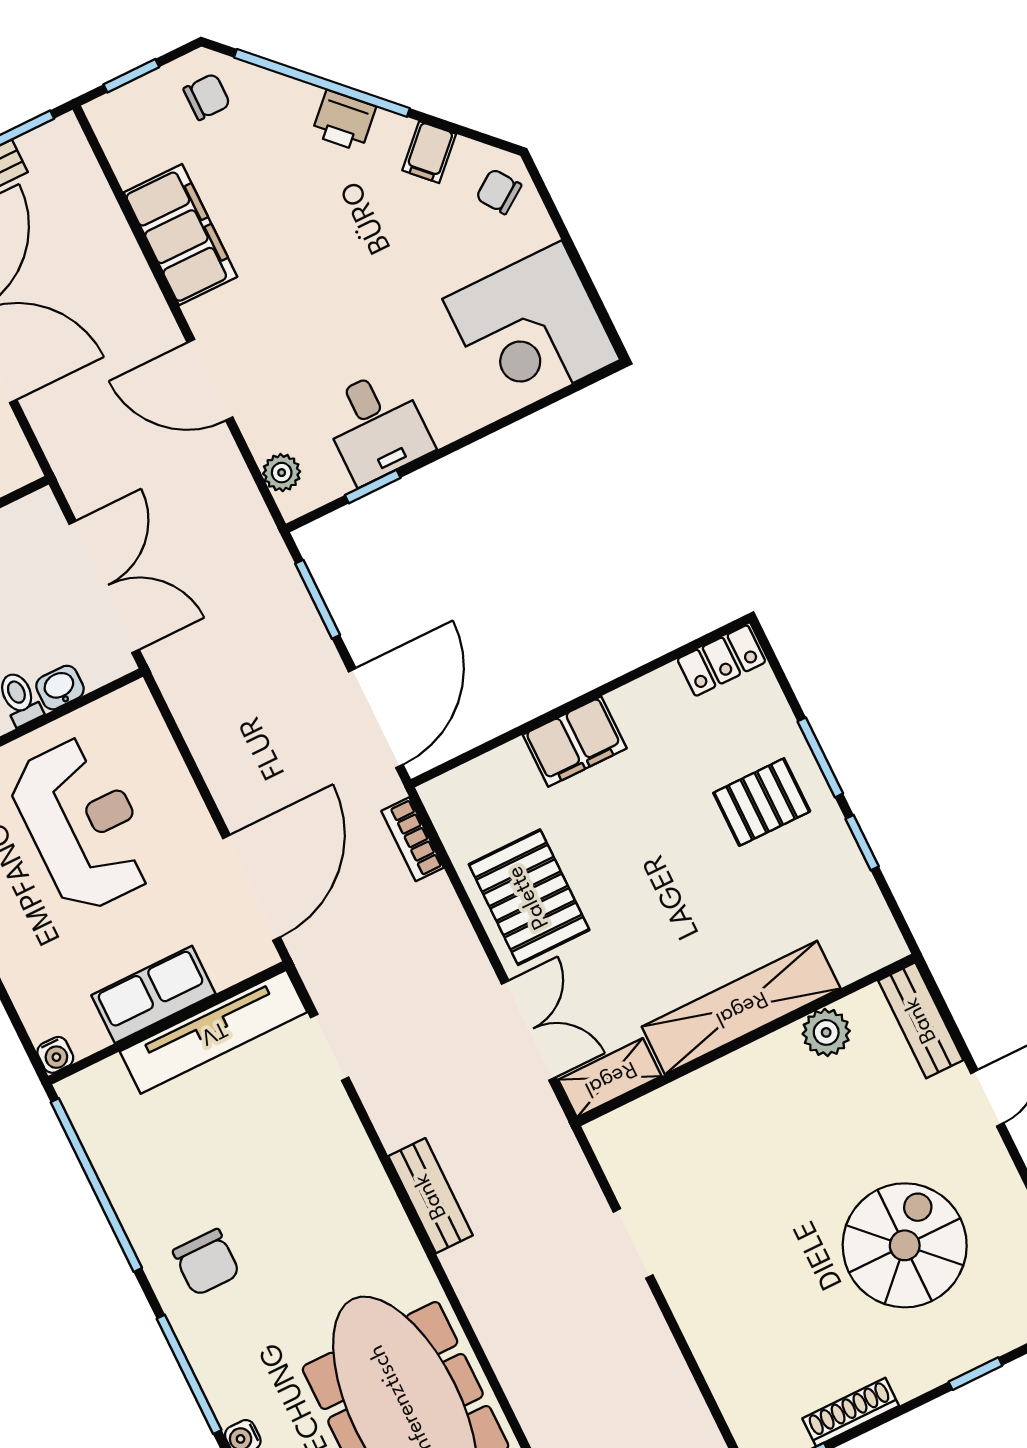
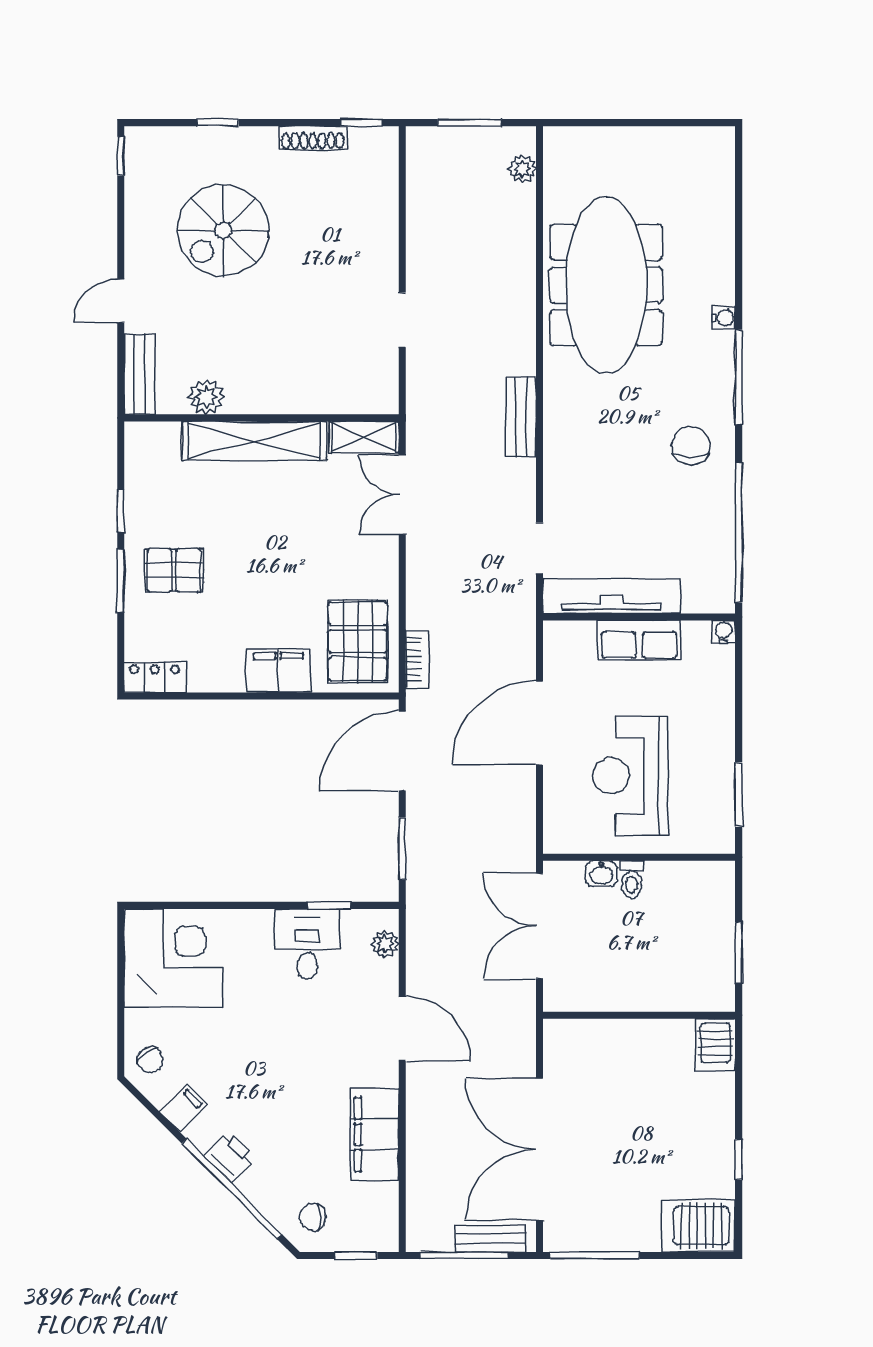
door: (251, 888) -> (540, 723), moved
pallet: (529, 897) -> (358, 641), moved

